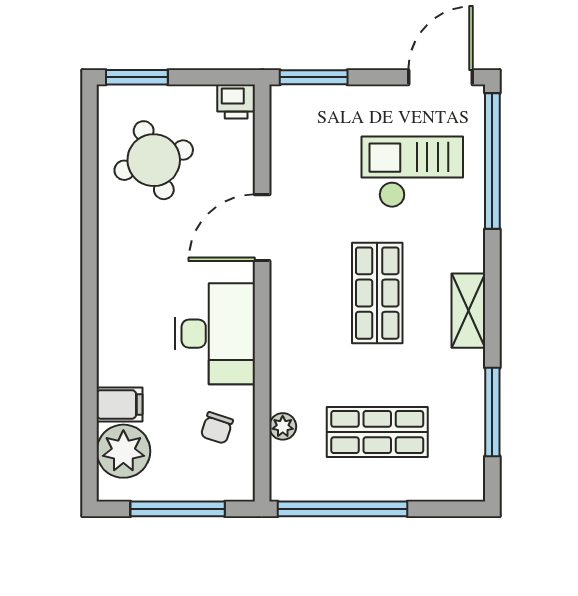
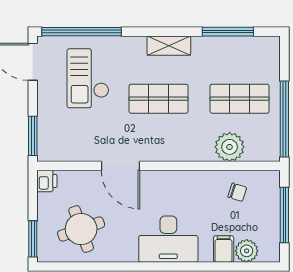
desk: (215, 334) -> (168, 239), moved, turned 180
plant: (283, 426) -> (230, 147), width x1.87, depth x1.87
shop shelf: (377, 432) -> (240, 99), turned 90
plant: (123, 451) -> (247, 251), width x0.73, depth x0.73

